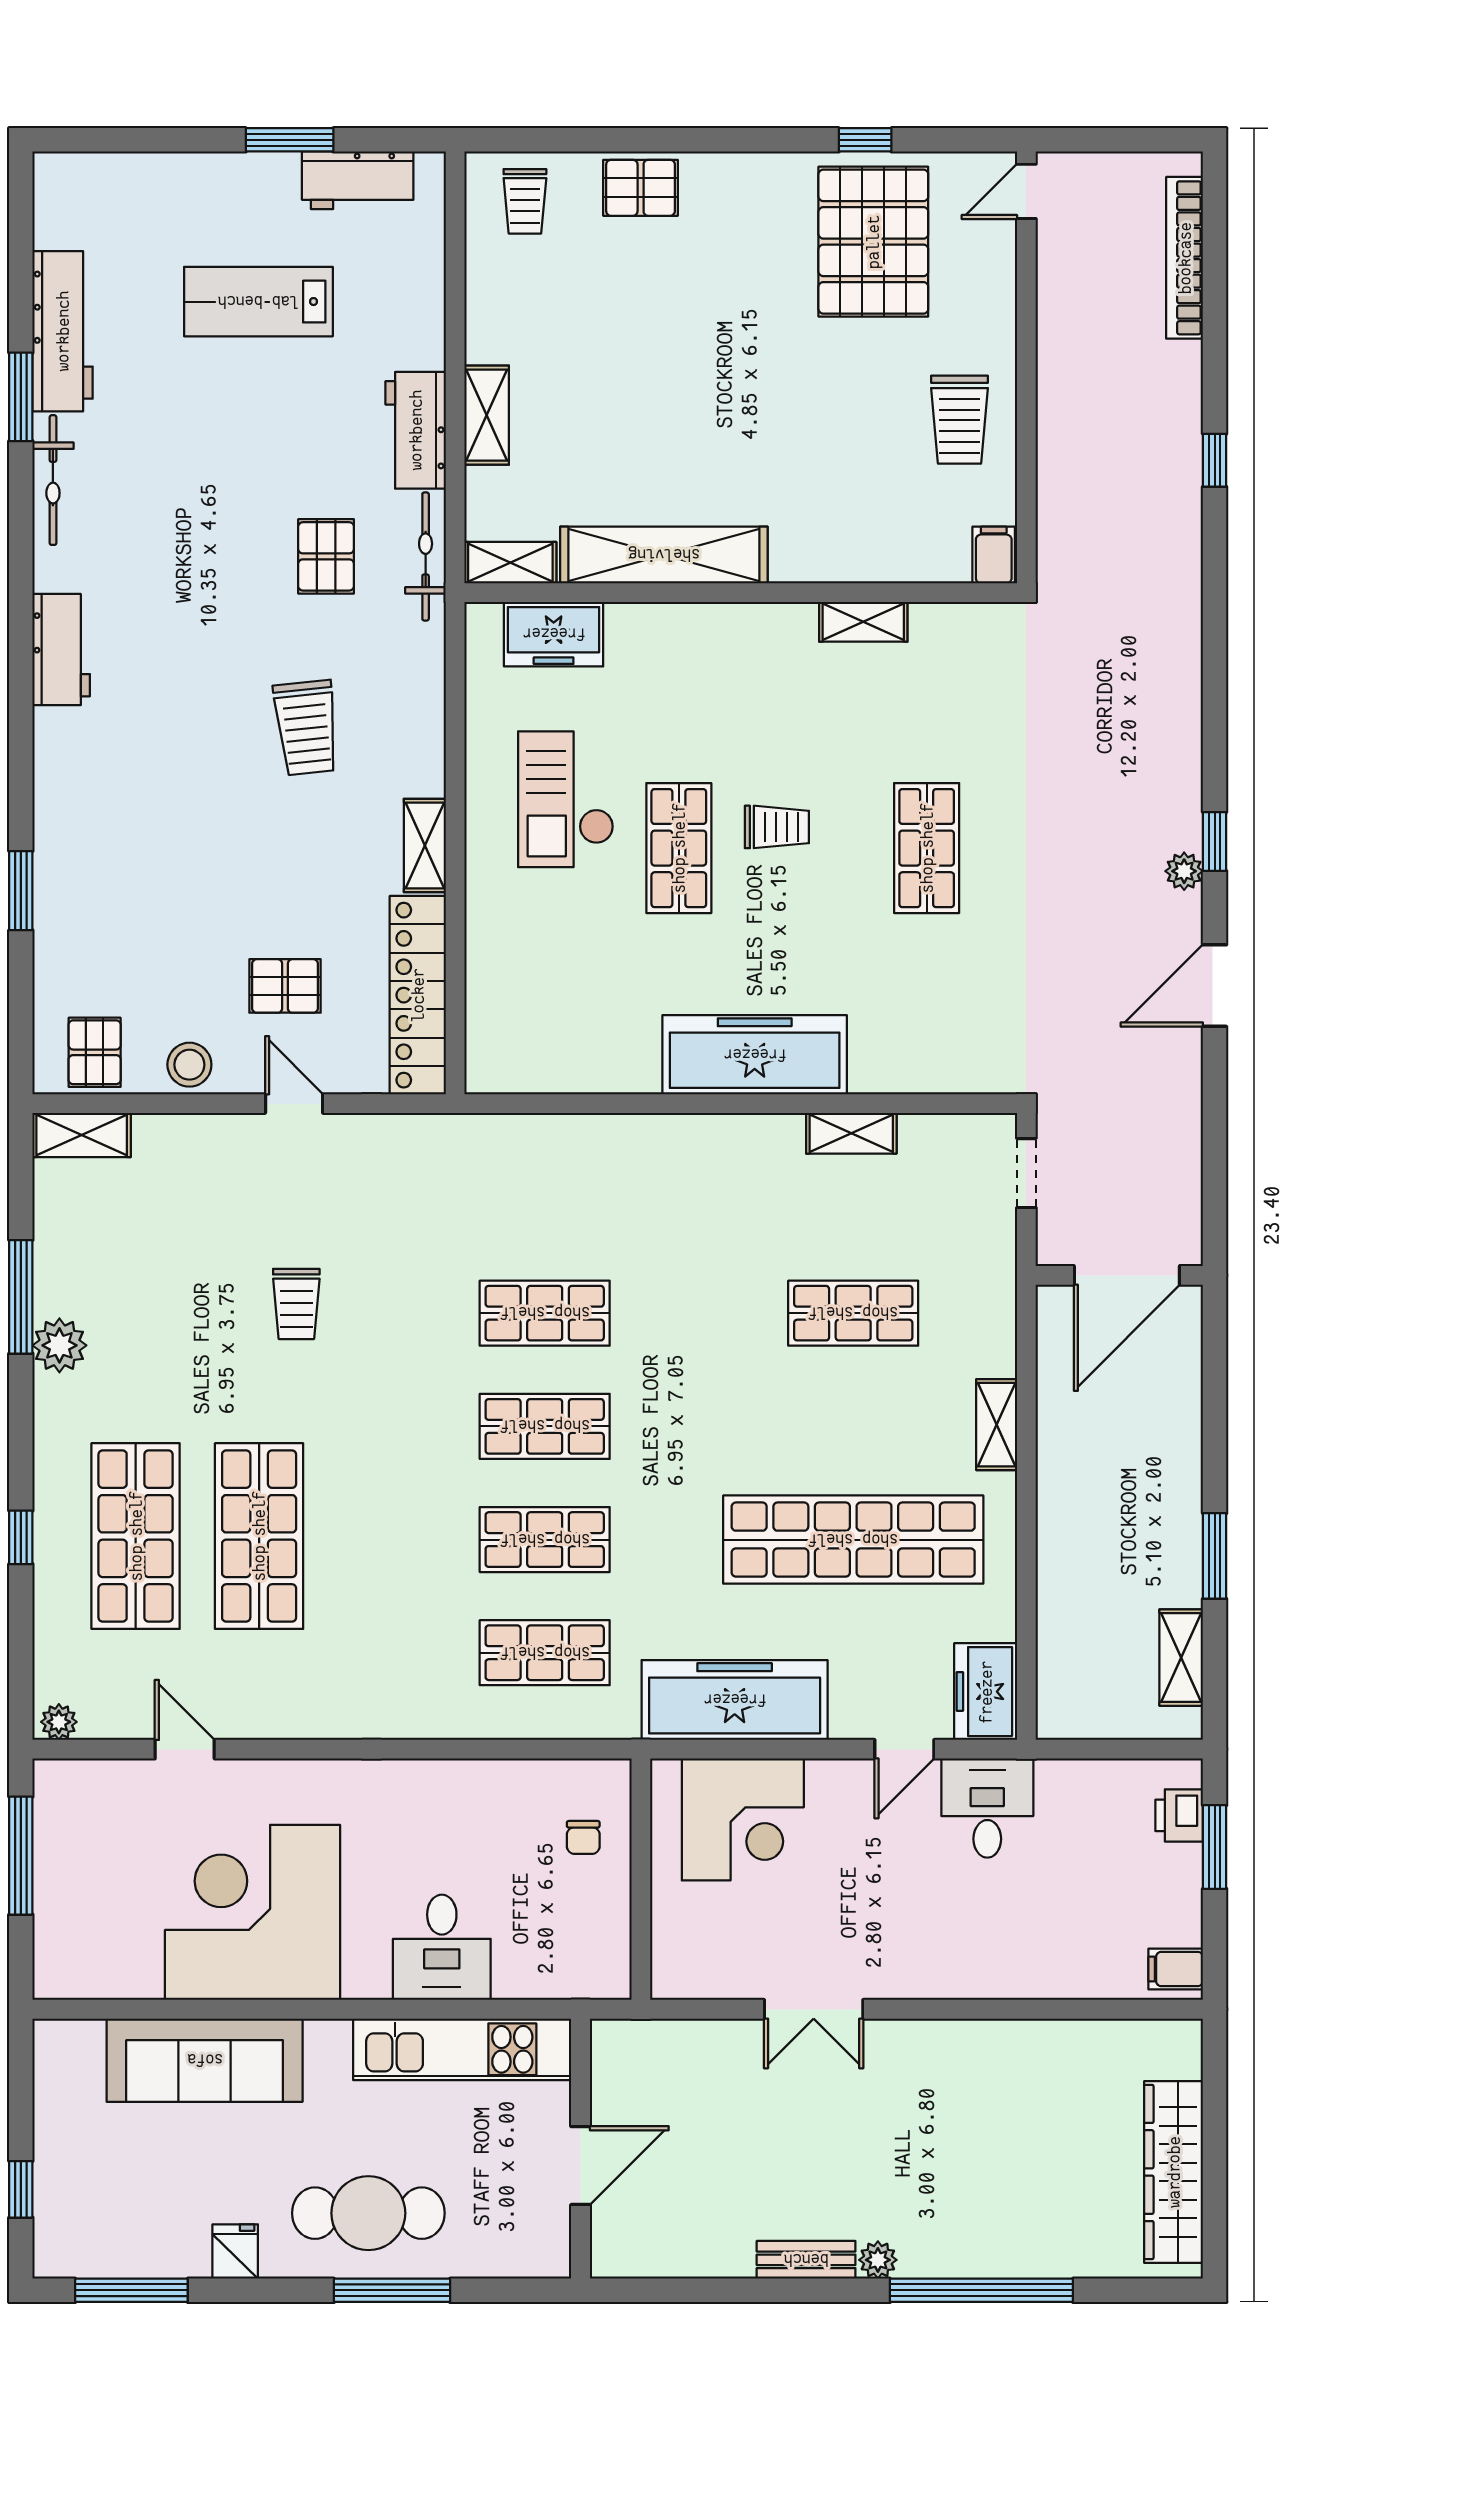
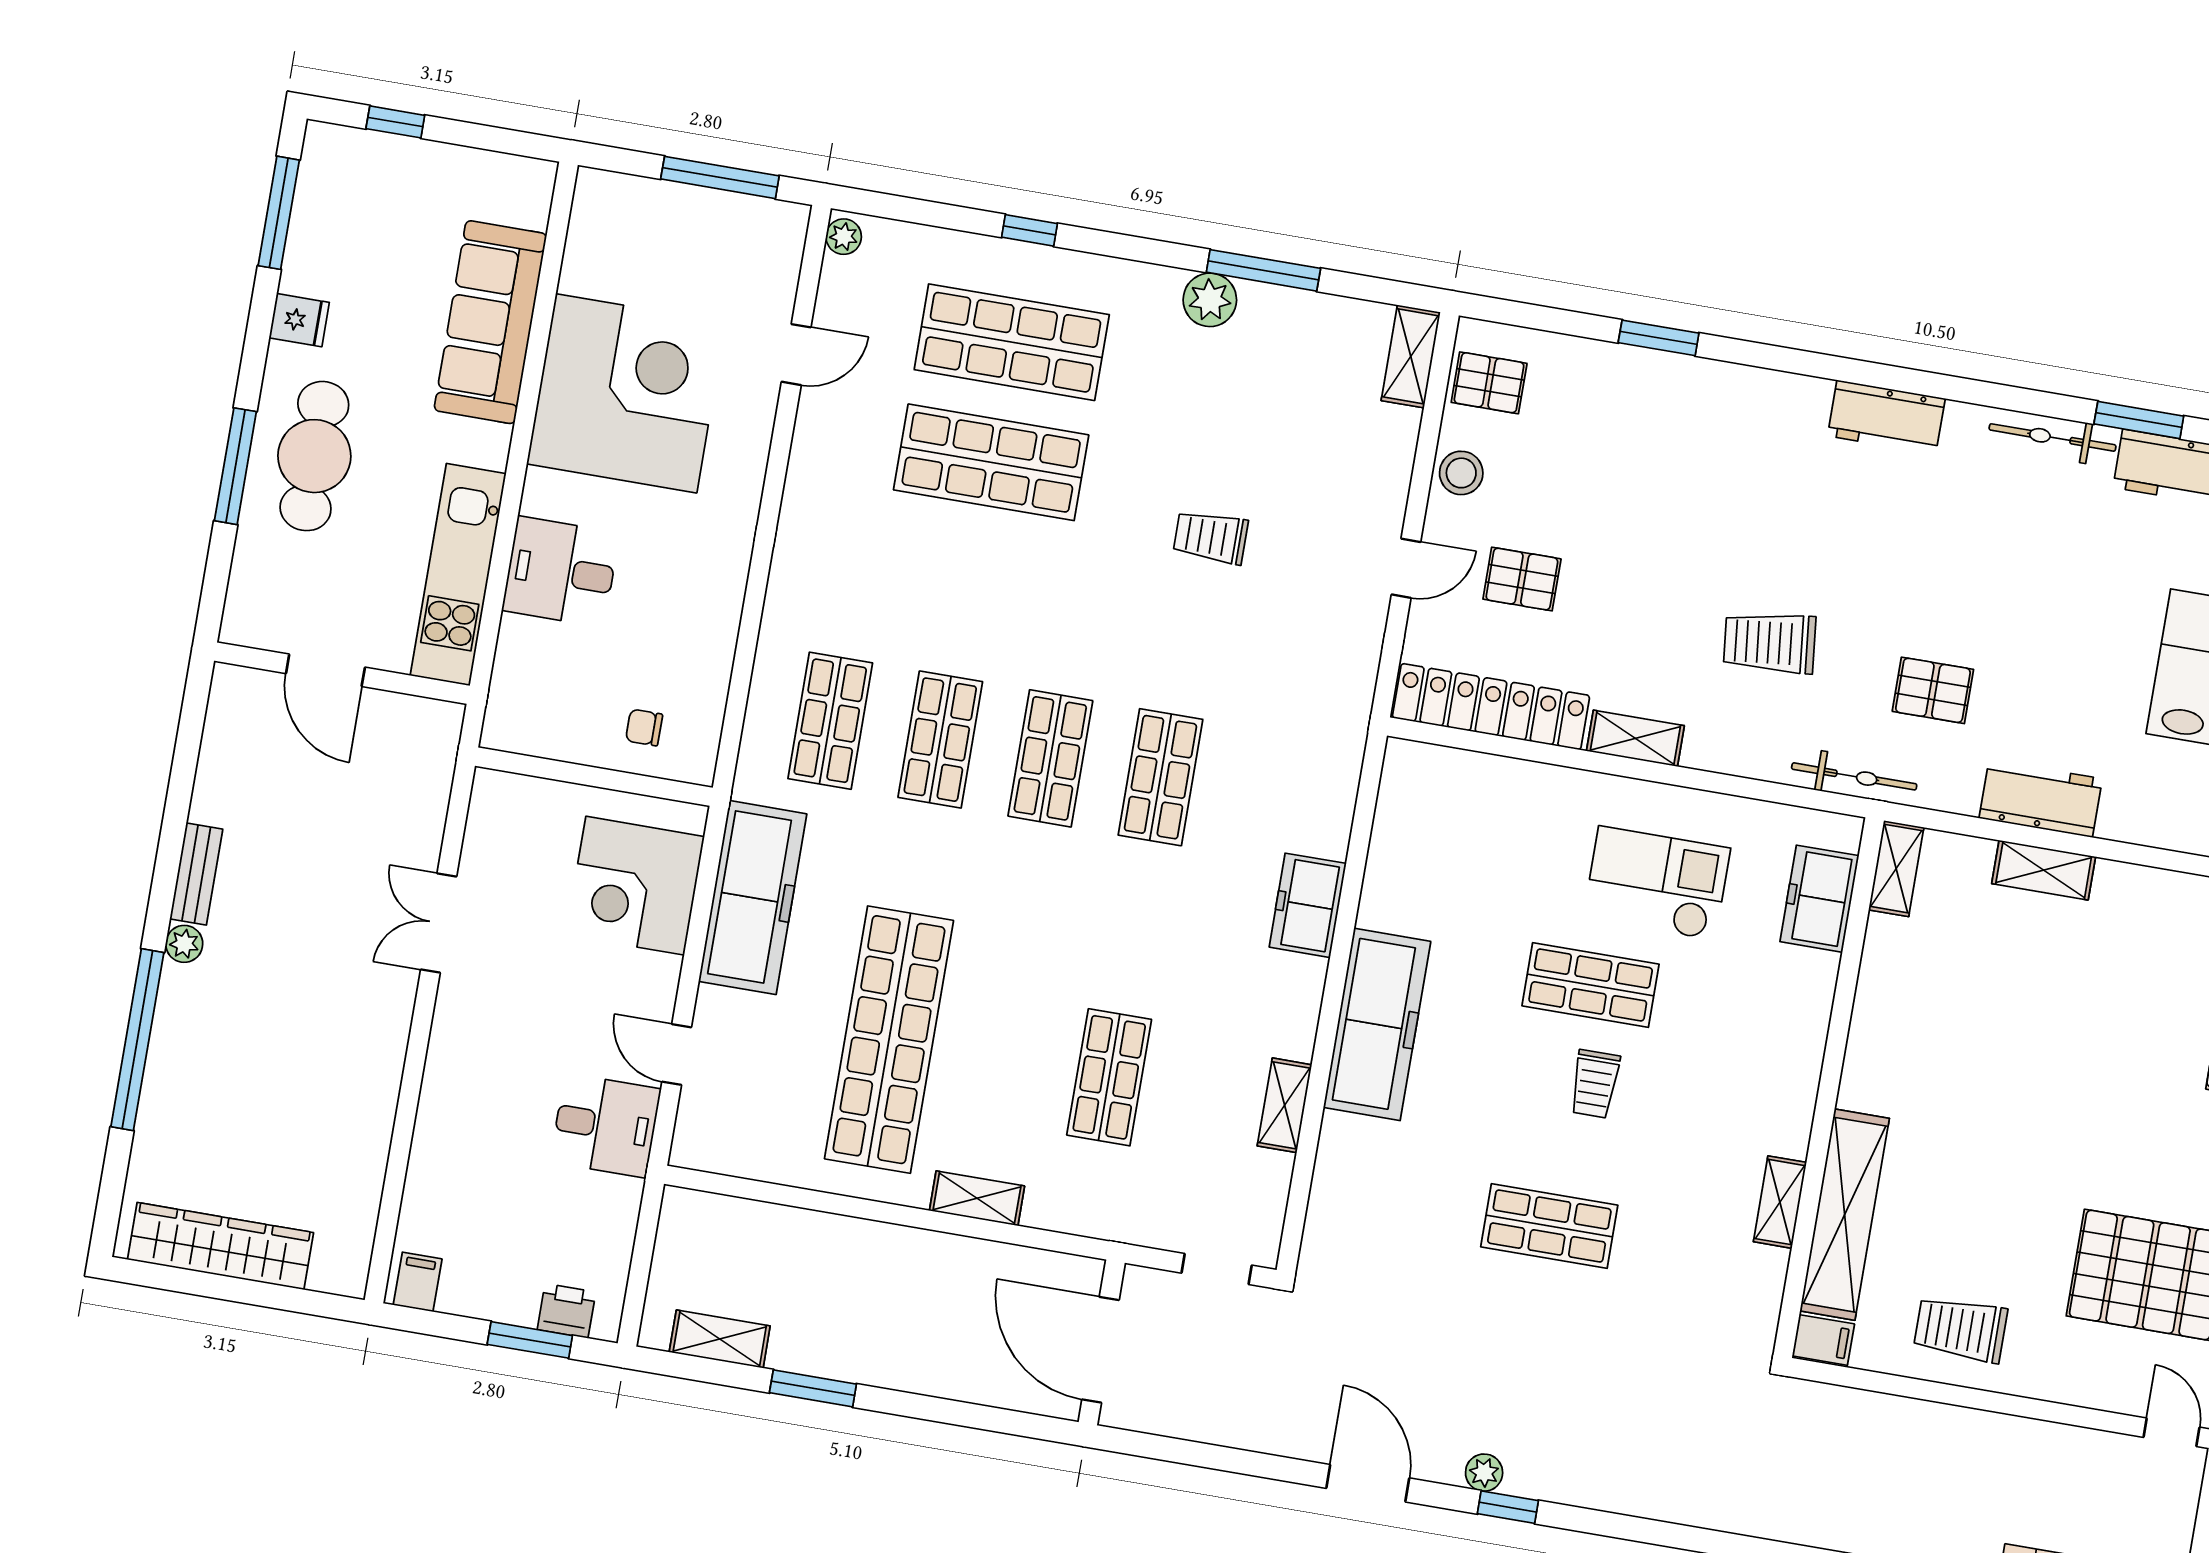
shelving: (664, 555) -> (1845, 1215), moved
bicycle: (426, 556) -> (1854, 776), moved
pallet: (285, 986) -> (1522, 579), turned 90
freezer: (986, 1692) -> (1308, 905), moved, turned -90

